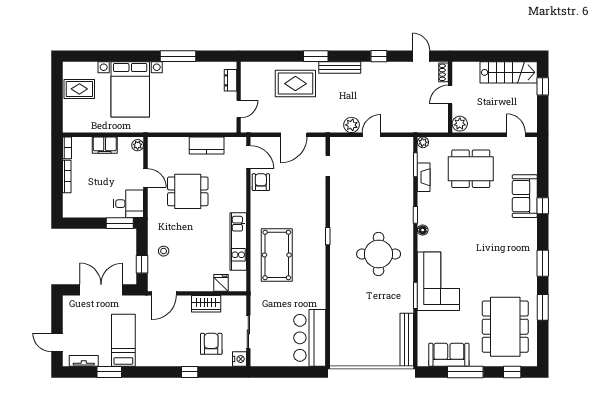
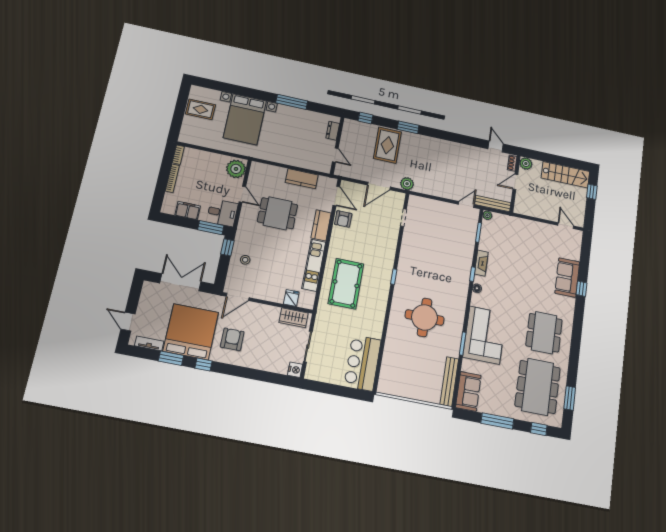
window: (379, 56) -> (366, 118), moved
bench: (340, 68) -> (493, 204), moved
rug: (295, 84) -> (387, 145), turned 90
door: (239, 109) -> (335, 155), hinge flipped
plant: (460, 124) -> (526, 164), moved
plant: (351, 125) -> (407, 184), moved
door: (371, 135) -> (466, 204), moved
filing cabinet: (105, 145) -> (188, 211), moved, turned 180
plant: (138, 145) -> (236, 169), width x1.87, depth x1.87
dining table: (471, 169) -> (544, 333), moved, turned 90
fireplace: (424, 177) -> (481, 263), moved
armchair: (261, 182) -> (343, 219), turned 180
kitchen counter: (238, 195) -> (321, 225), added
round table: (379, 254) -> (425, 317), moved
window: (543, 263) -> (576, 338), removed
window: (142, 264) -> (227, 247), moved
wardrobe: (206, 304) -> (294, 318), moved
window: (543, 307) -> (570, 398), moved
bed: (123, 340) -> (191, 332), width x2.04
armchair: (211, 344) -> (232, 339), moved
sofa: (449, 355) -> (468, 391), moved, turned 90
window: (190, 372) -> (204, 365), moved

